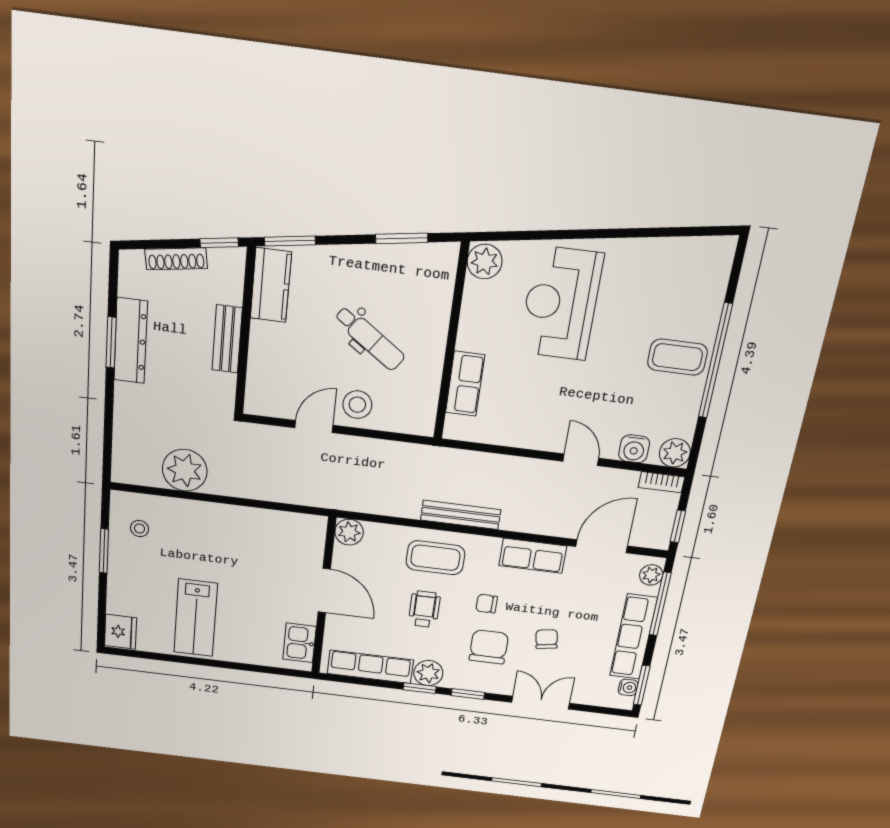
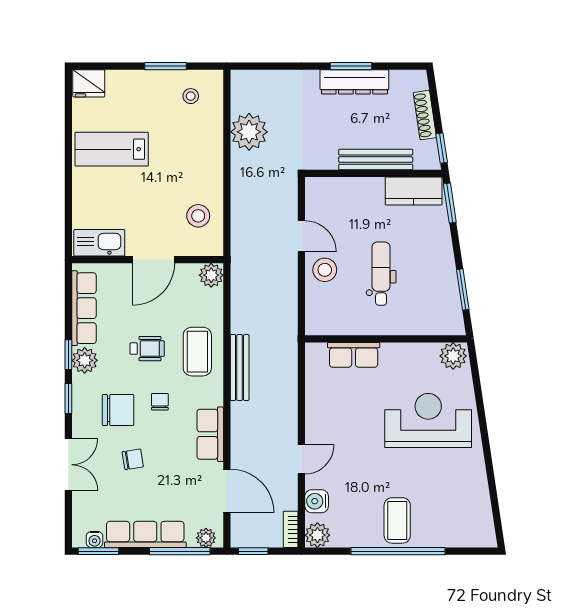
dental chair: (370, 338) -> (381, 274), turned 145
bench: (227, 339) -> (376, 160), width x1.36
stool: (279, 538) -> (198, 216), added
kitchen sink: (299, 643) -> (99, 243), width x1.38

